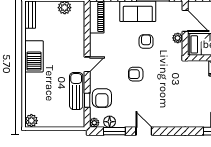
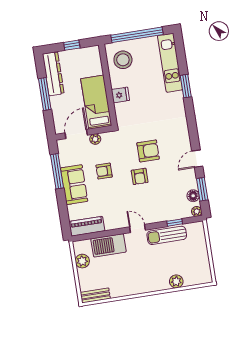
barbecue: (34, 56) -> (108, 245), moved, turned 180
armchair: (102, 98) -> (148, 151), moved
plant: (31, 121) -> (176, 281), moved

